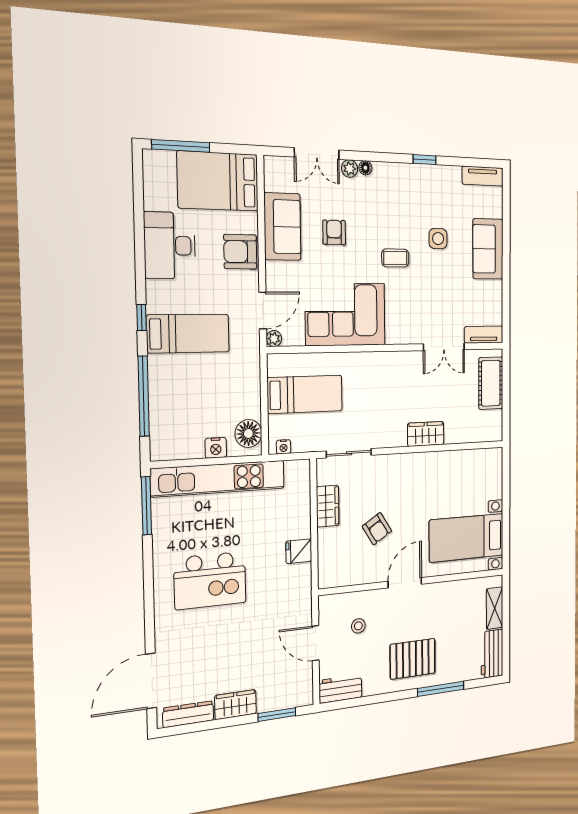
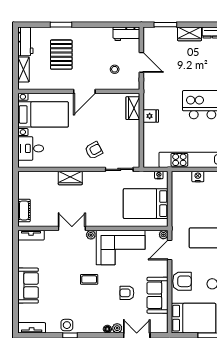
armchair: (334, 232) -> (127, 293), turned 90
side table: (438, 239) -> (67, 325), moved
plant: (393, 337) -> (91, 235), added
double door: (444, 347) -> (72, 228), moved
cot: (491, 383) -> (24, 210), width x0.73, depth x0.75
bed: (305, 394) -> (146, 204), width x1.50
floor lamp: (248, 434) -> (179, 183), removed
desk: (484, 480) -> (31, 148), added
wardrobe: (328, 506) -> (133, 108), moved
armchair: (377, 529) -> (94, 150), moved, turned 94
pallet: (413, 659) -> (61, 55), moved, turned 90
window: (441, 689) -> (61, 25), width x0.69

